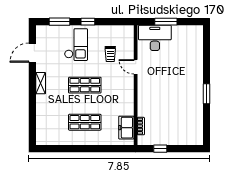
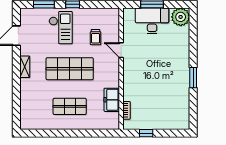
plant: (194, 34) -> (181, 17), added
desk: (155, 38) -> (152, 21), moved
shop shelf: (85, 85) -> (70, 69), width x1.43, depth x1.36
freezer: (126, 128) -> (112, 100), moved

